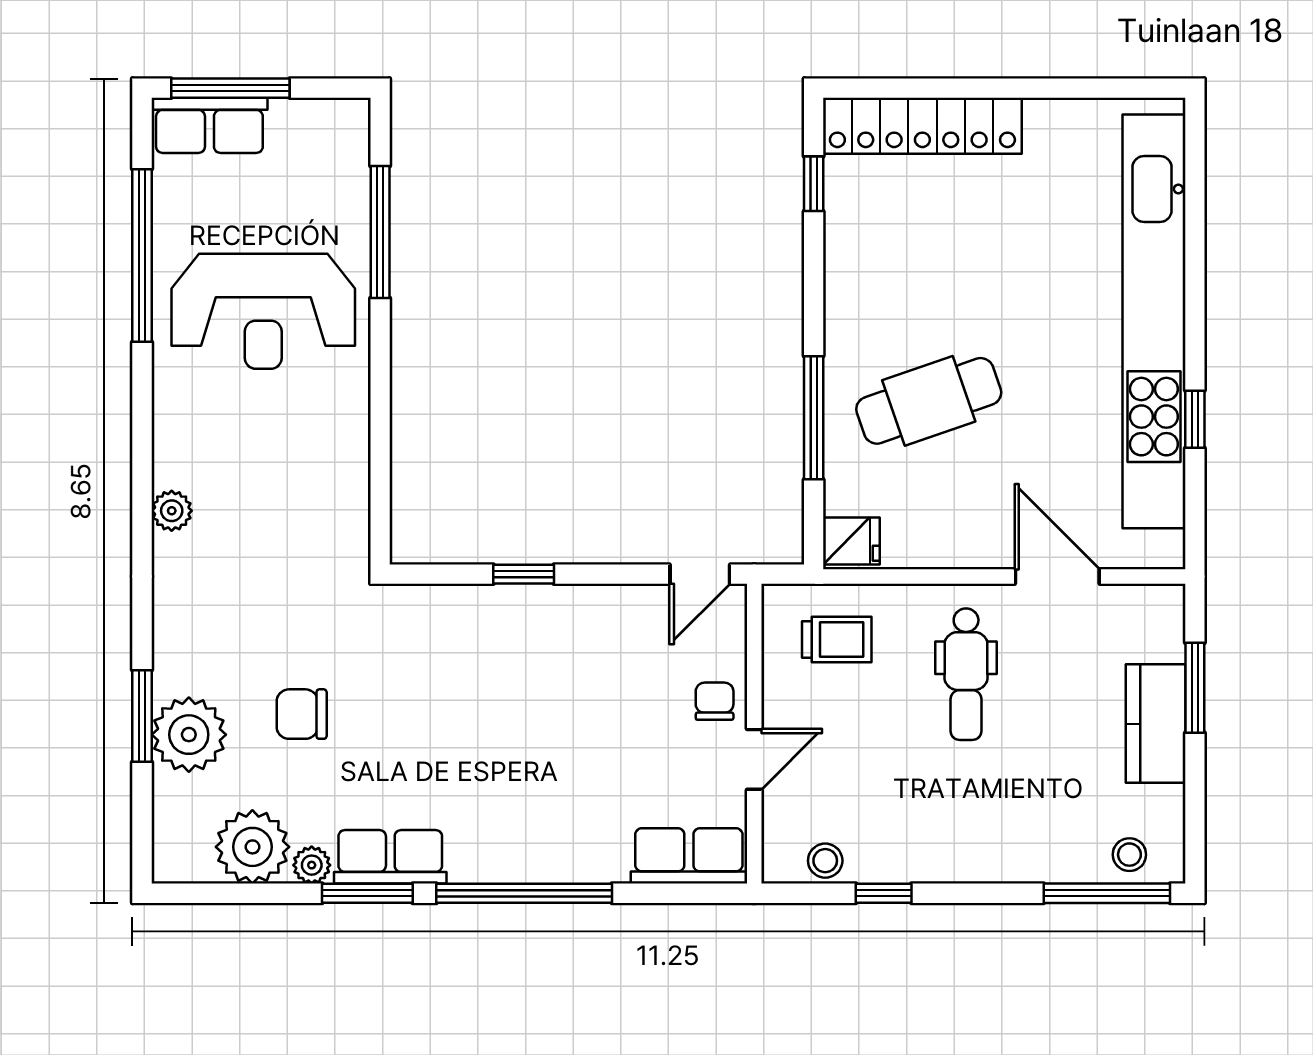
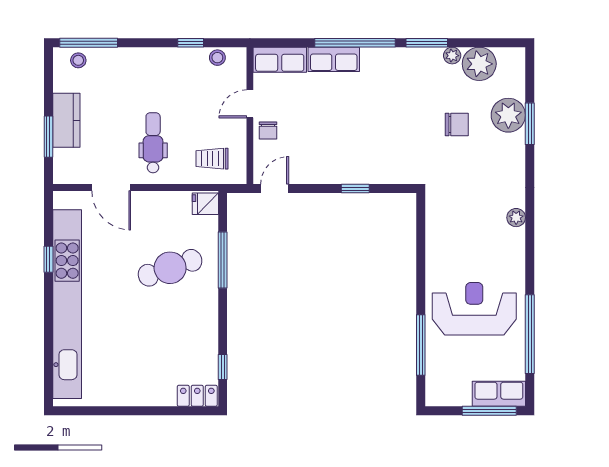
locker: (922, 126) -> (197, 396), width x0.46, depth x0.83
row of seats: (390, 857) -> (334, 59), moved

